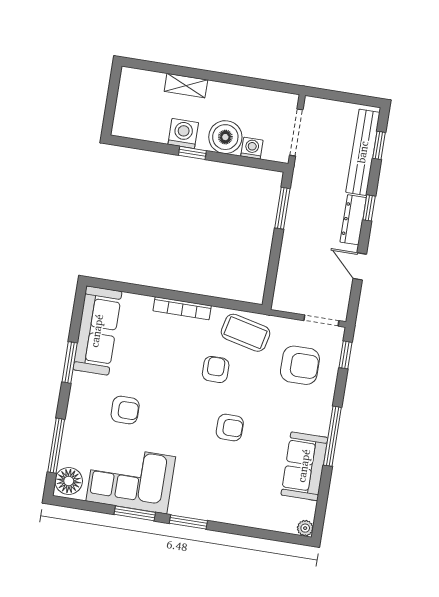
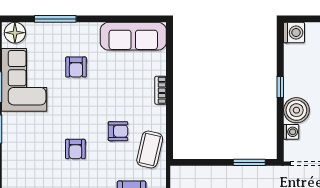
washing machine: (183, 134) -> (294, 33), moved
bookcase: (182, 308) -> (161, 90), width x0.64
window: (70, 362) -> (105, 19), removed
window: (56, 446) -> (55, 19), moved

